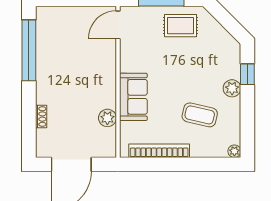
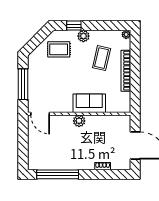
rug: (181, 26) -> (59, 49), moved, turned 90
plant: (107, 118) -> (79, 121), moved
bookcase: (159, 151) -> (126, 71), moved

